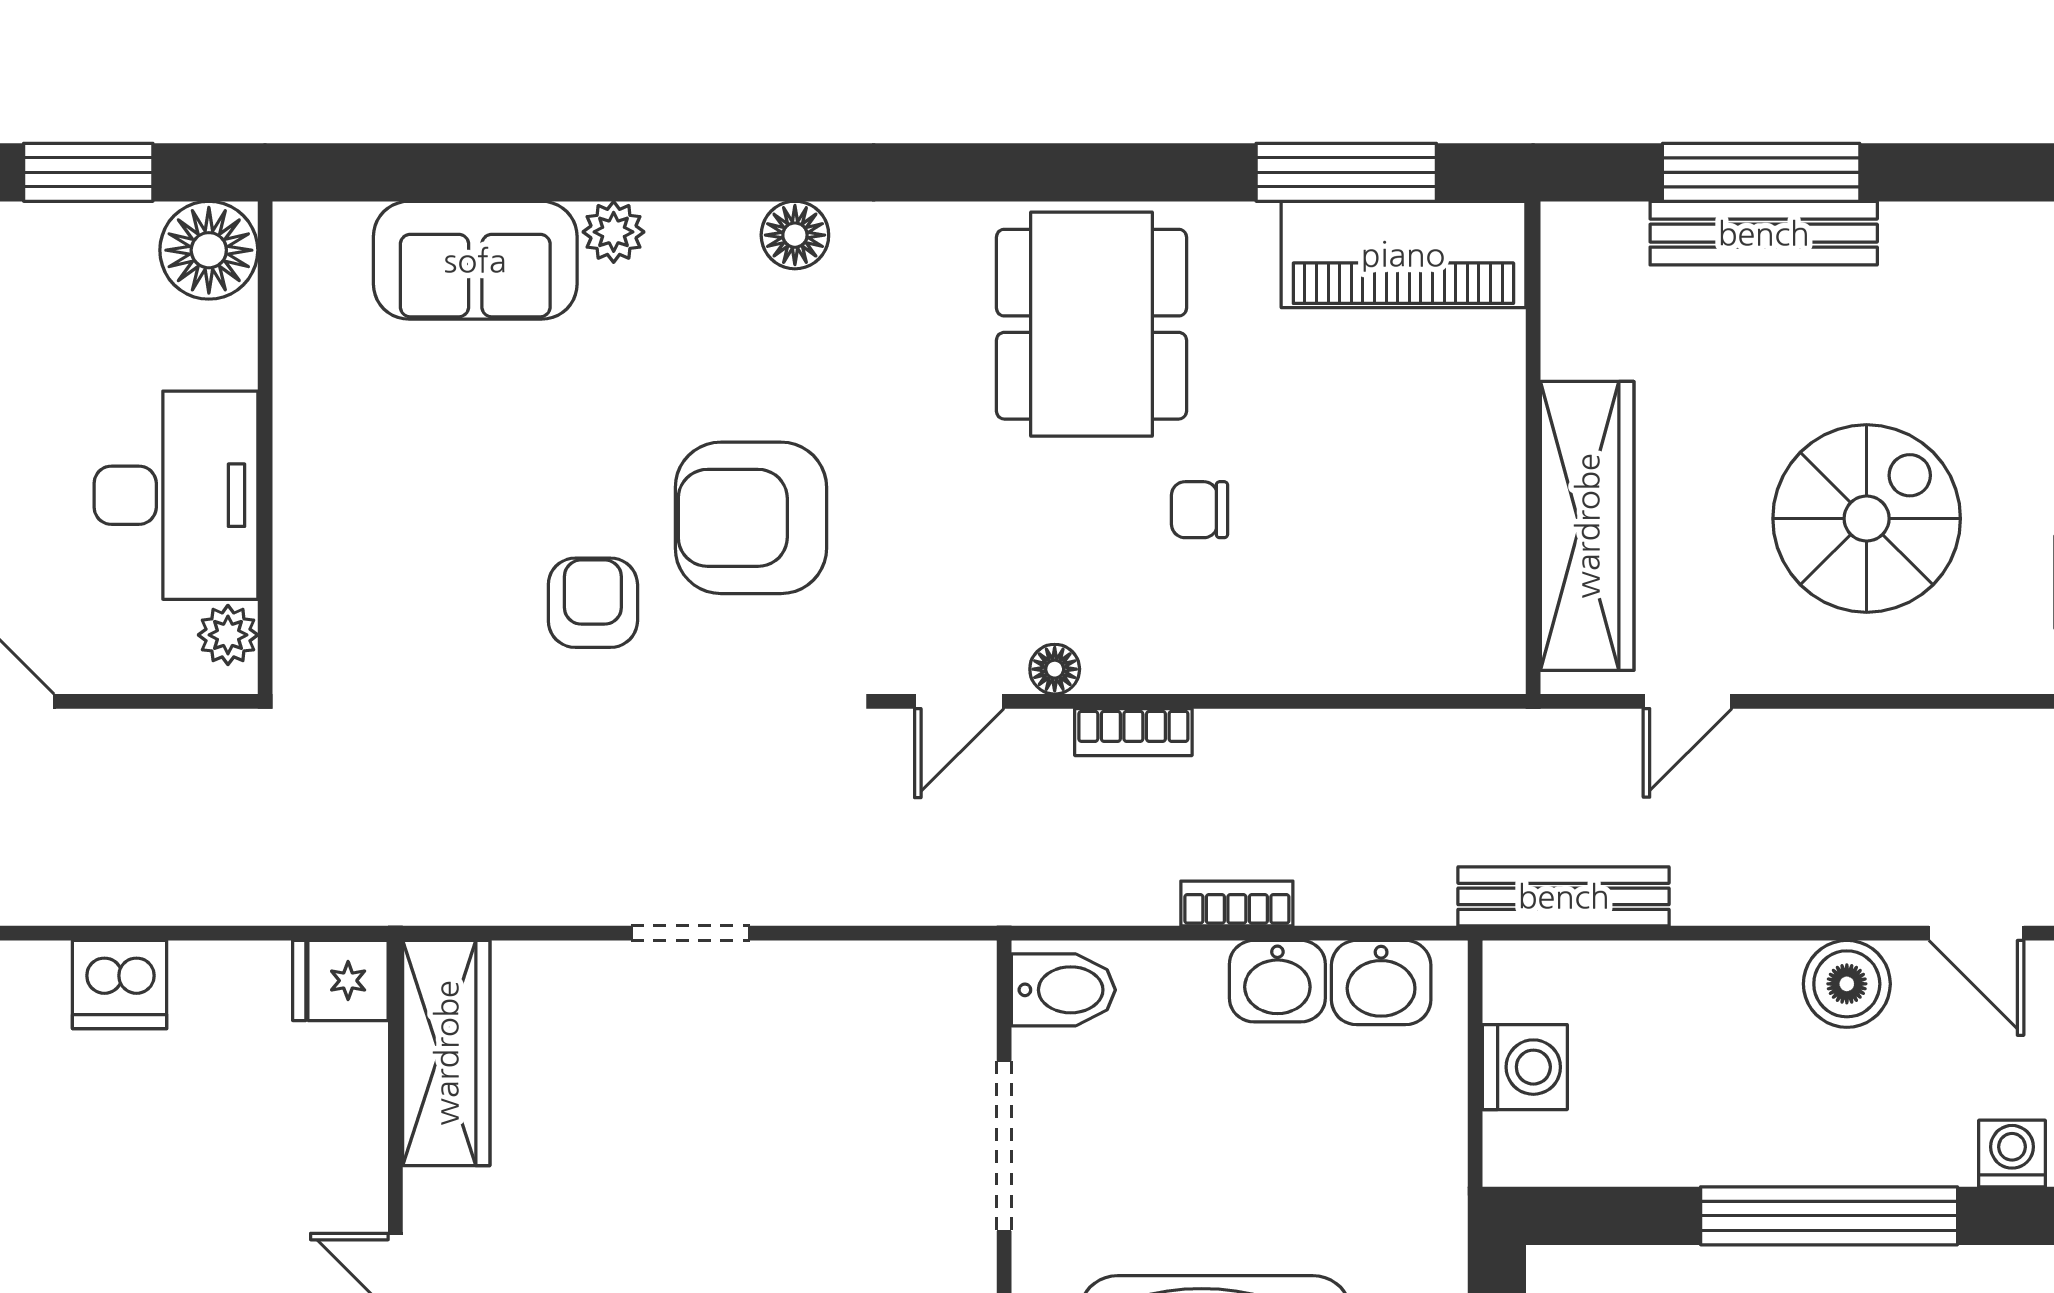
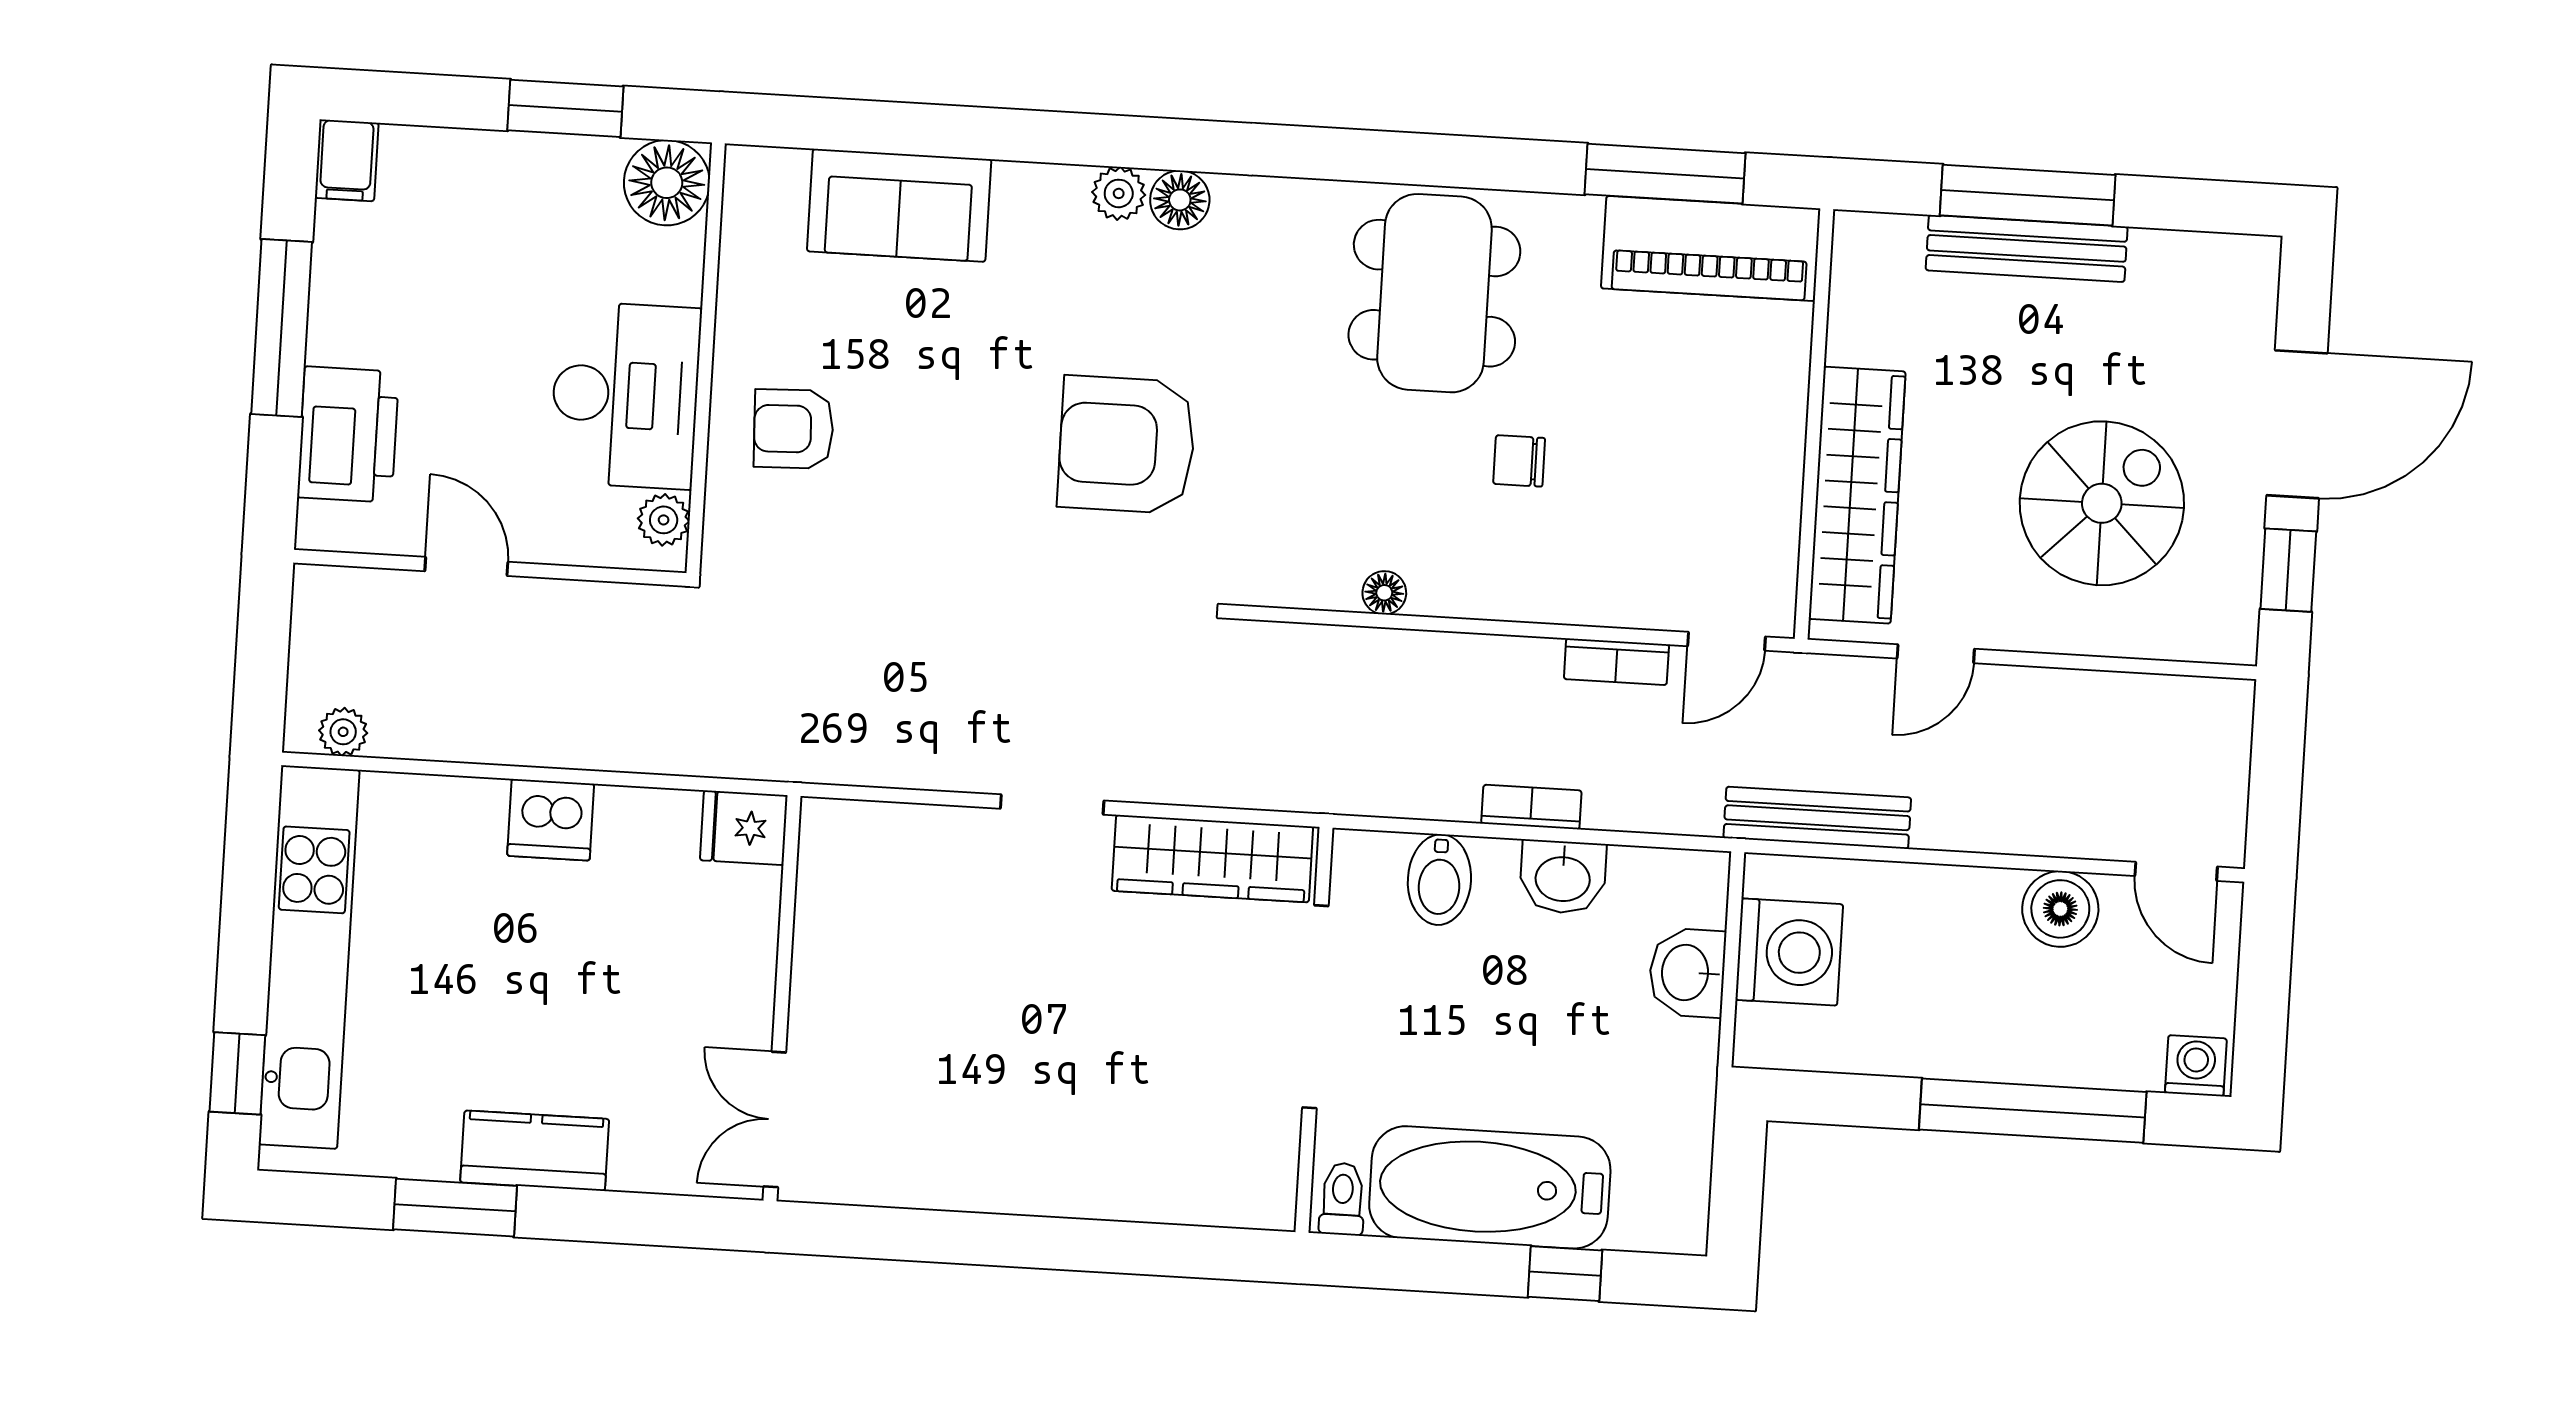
plant: (614, 232) -> (1119, 193), moved
armchair: (593, 603) -> (794, 429), moved, turned -92
door: (959, 701) -> (1726, 641), moved
bookcase: (1133, 732) -> (1616, 662), moved
washbasin: (1381, 983) -> (1687, 973), moved, turned 90
bidet: (1063, 990) -> (1439, 880), moved, turned 90
wardrobe: (446, 1053) -> (1212, 859), moved, turned 90
washing machine: (1525, 1067) -> (1789, 952), width x1.37, depth x1.37
doorway: (1004, 1146) -> (1315, 1007), width x1.36

